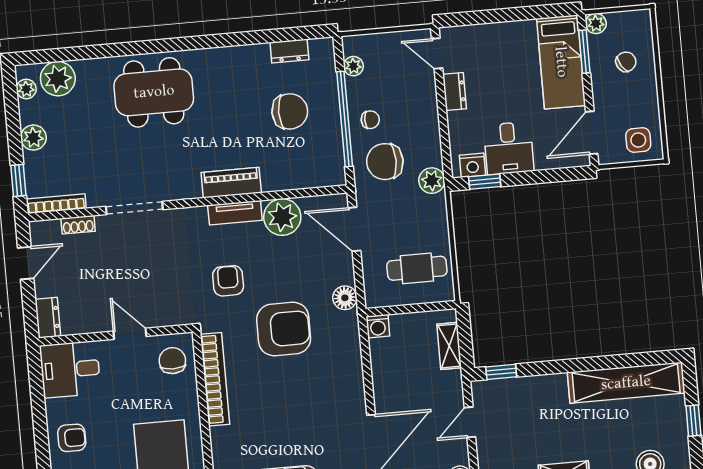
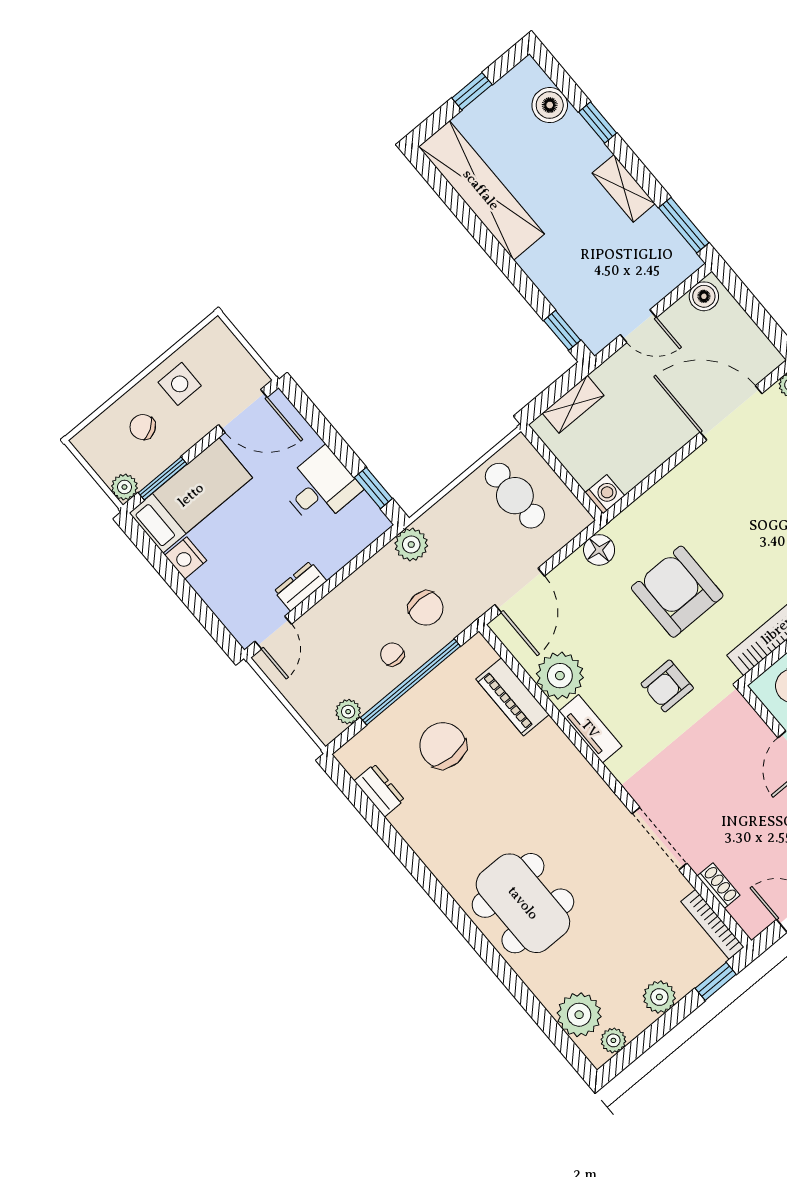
side table: (638, 140) -> (180, 384), moved
chair: (385, 162) -> (426, 608), width x0.73, depth x0.73
nightstand: (472, 165) -> (186, 558), moved, turned 180
piano: (231, 183) -> (513, 697), moved

